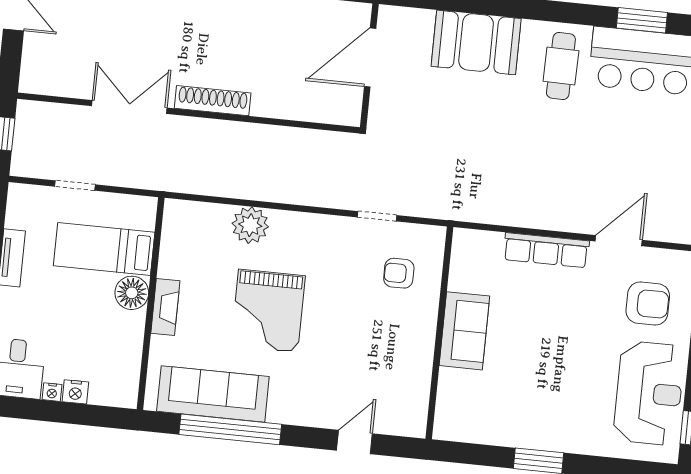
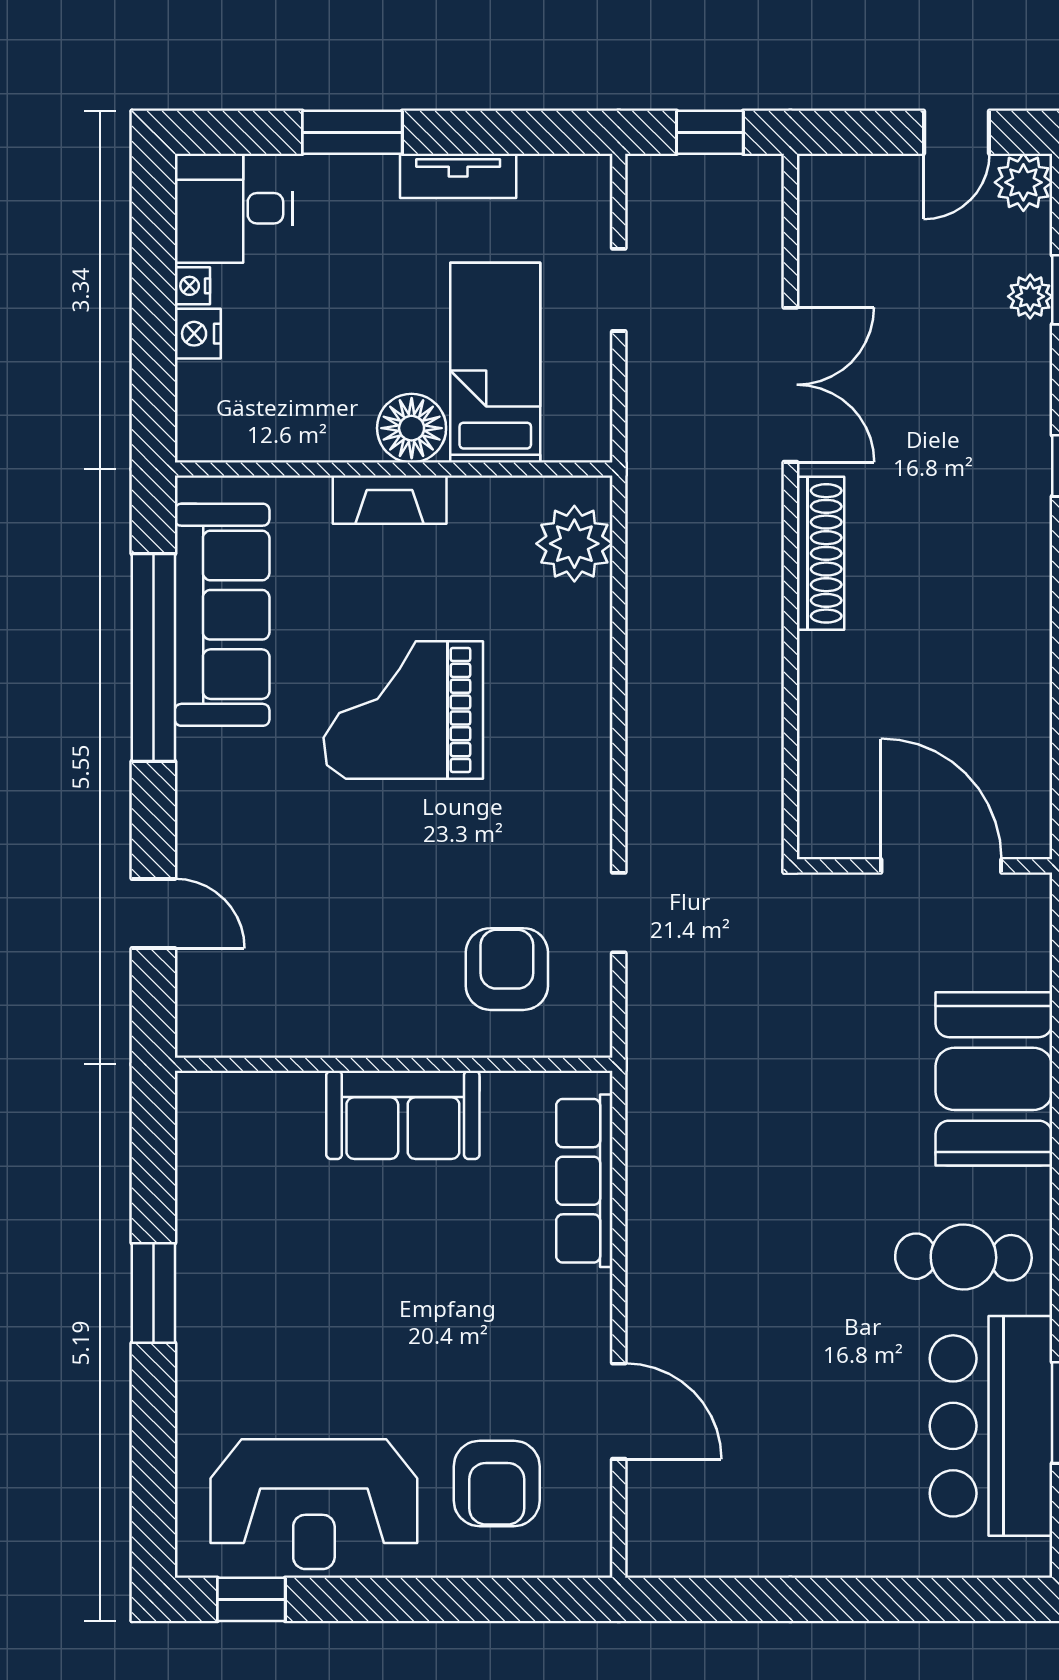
plant: (250, 225) -> (574, 544), moved
row of seats: (546, 250) -> (584, 1181), moved
armchair: (399, 273) -> (507, 969), width x1.38, depth x1.38

